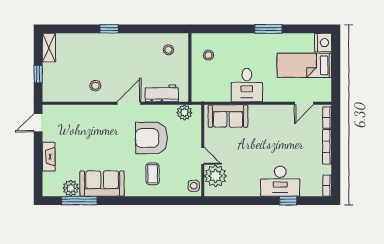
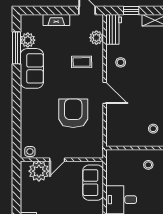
workbench: (162, 93) -> (114, 29), moved
plant: (184, 112) -> (96, 38), moved
coffee table: (153, 174) -> (82, 62), moved

